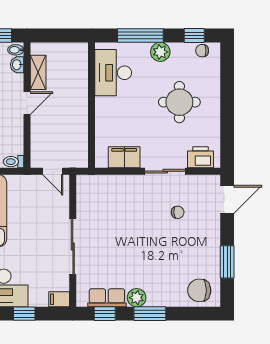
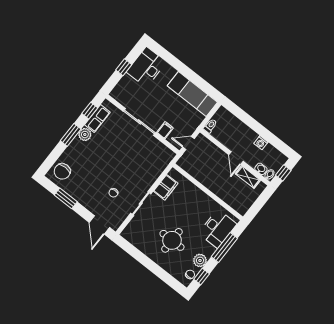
plant: (160, 52) -> (200, 260), moved
desk: (113, 73) -> (218, 229), moved, turned 90
printer: (200, 157) -> (133, 228), removed
chair: (199, 290) -> (62, 171), turned 180
filing cabinet: (59, 299) -> (165, 130), moved

